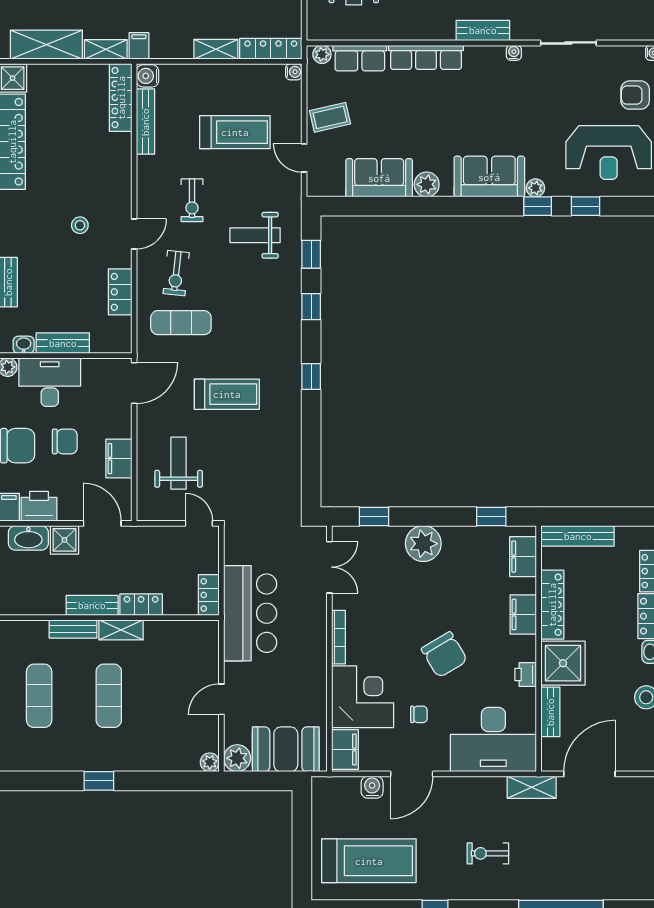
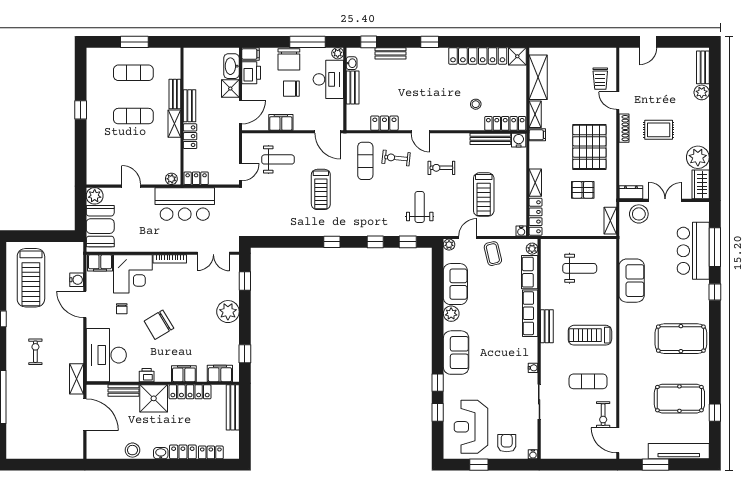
bench: (483, 30) -> (547, 326), moved
plant: (535, 188) -> (449, 245), moved
stool: (80, 225) -> (476, 104), moved
chair: (65, 441) -> (291, 89), turned 90
plant: (210, 762) -> (171, 179), moved

